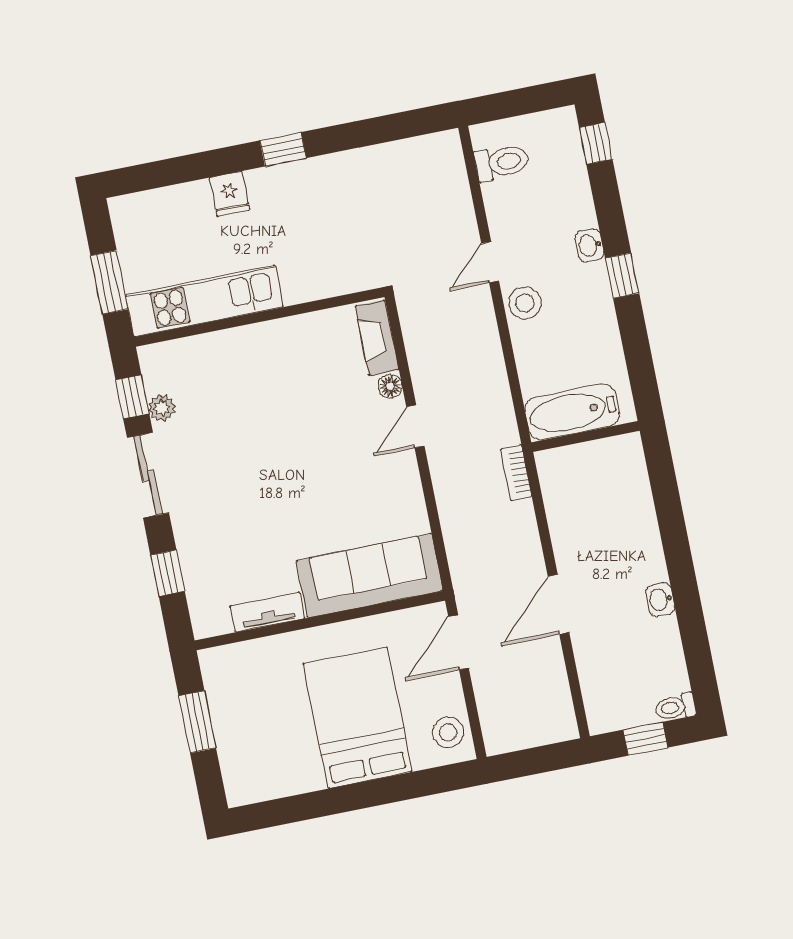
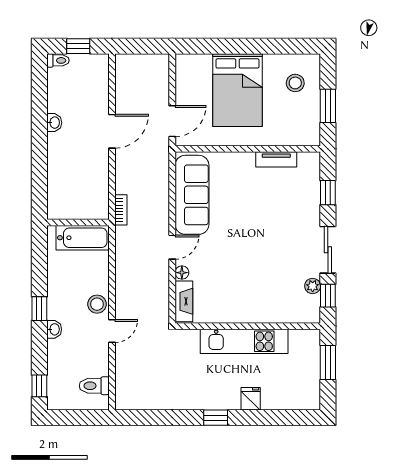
kitchen unit: (204, 301) -> (244, 341), moved
sofa: (370, 576) -> (192, 195), moved, turned -90
stool: (448, 732) -> (295, 83), moved

